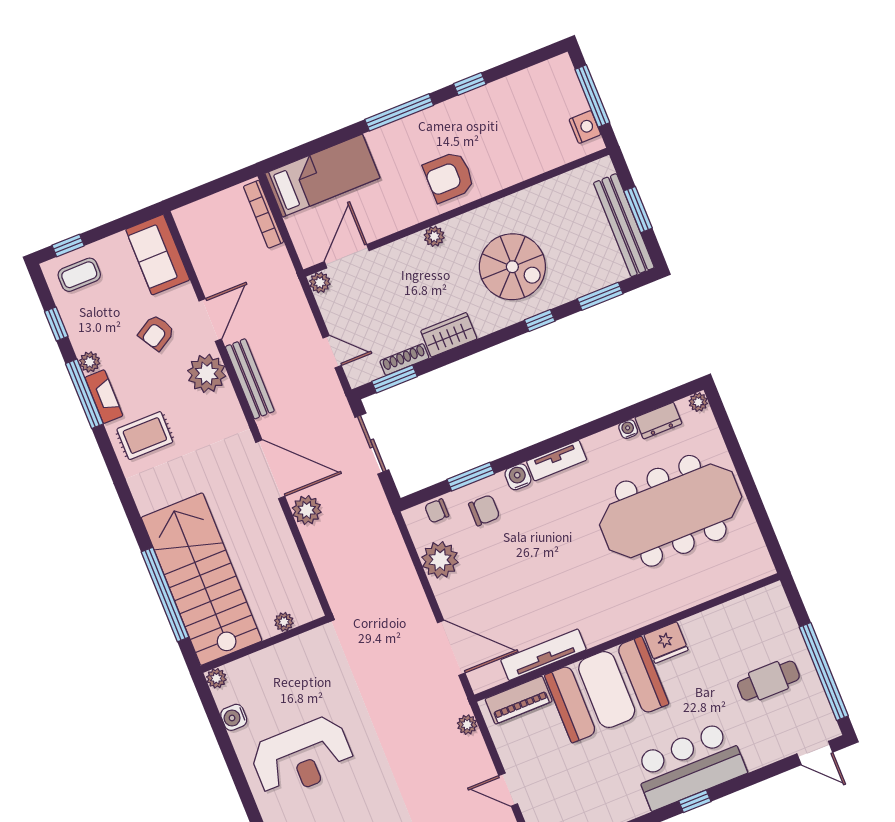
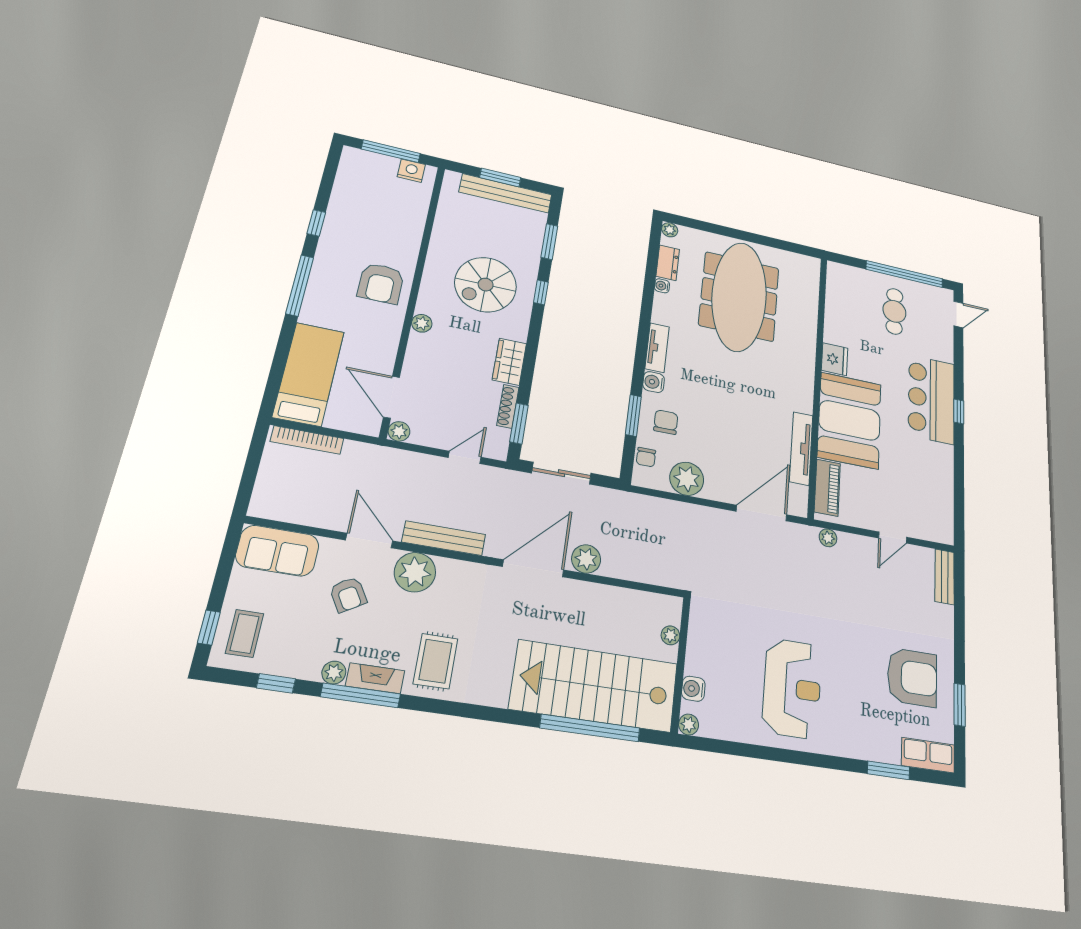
spiral stairs: (512, 267) -> (486, 285), turned 180
water cooler: (234, 717) -> (693, 689), moved, turned 90

